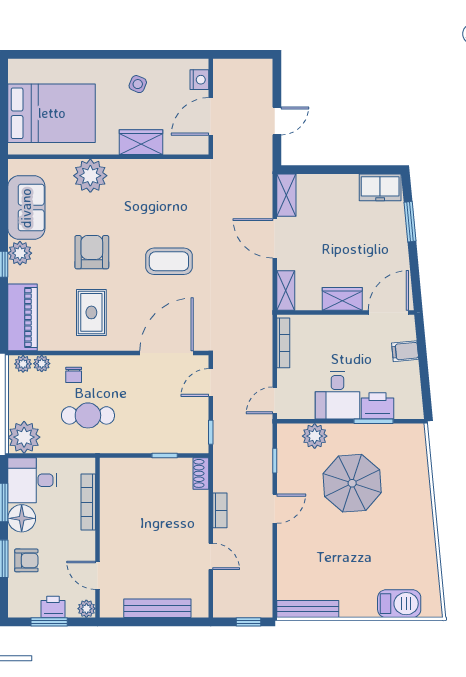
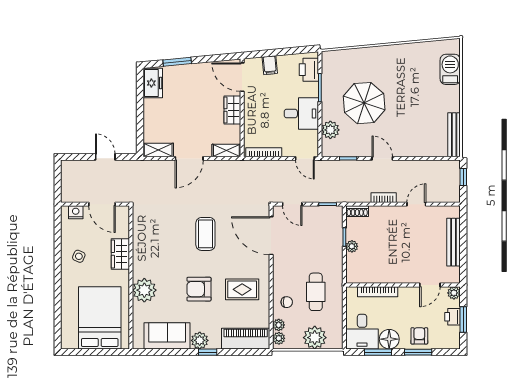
printer: (377, 406) -> (309, 70), moved
plant: (24, 437) -> (315, 338), moved
plant: (152, 466) -> (352, 246), added

